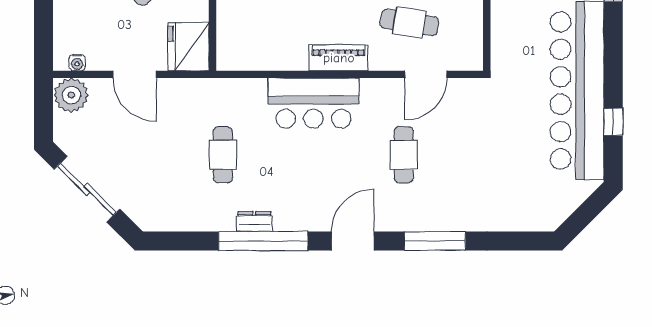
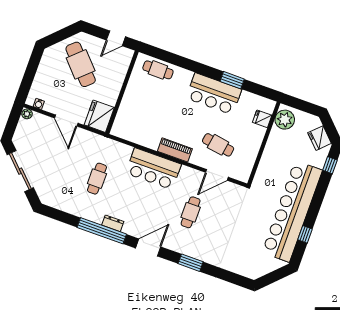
plant: (71, 95) -> (27, 114), width x0.53, depth x0.53
dresser: (254, 222) -> (113, 223), moved
window: (435, 241) -> (191, 263), width x0.69

